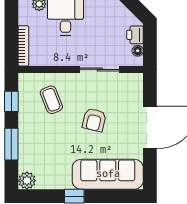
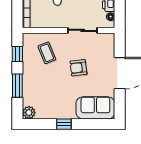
armchair: (94, 120) -> (78, 68), turned 70
sofa: (108, 174) -> (95, 108), width x0.73

